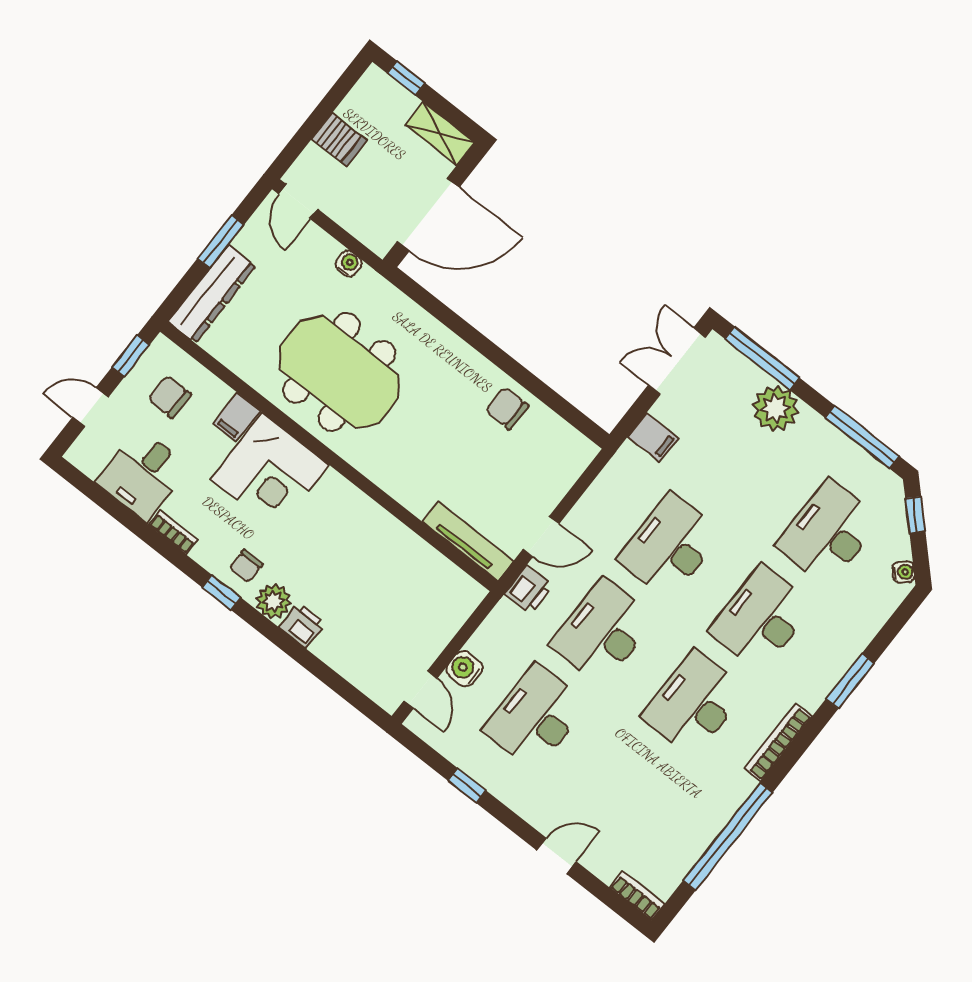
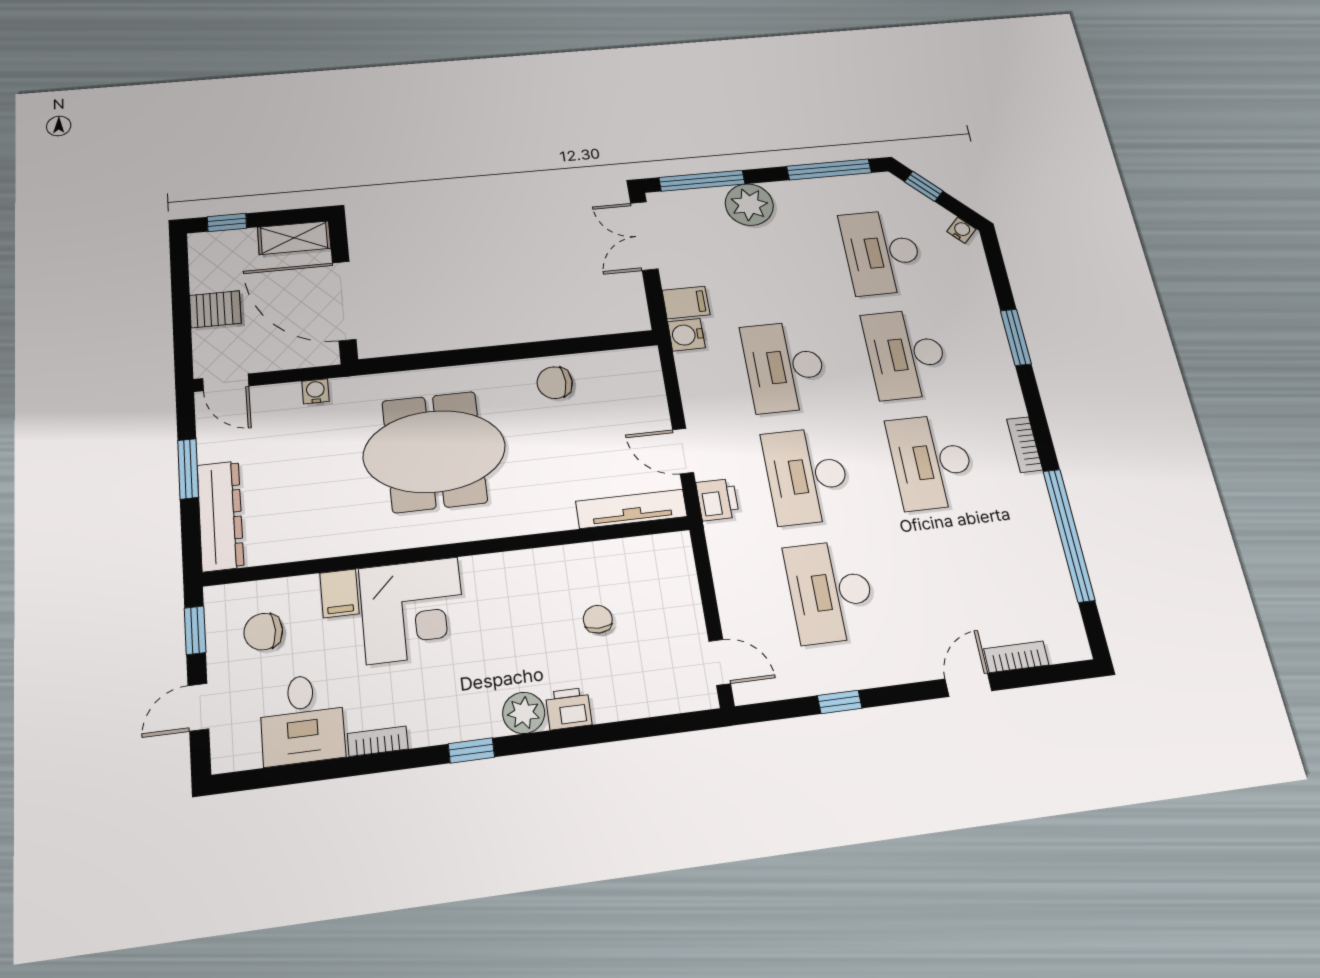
door: (428, 215) -> (344, 301), swing flipped
meeting table: (339, 372) -> (434, 451), moved
door: (541, 537) -> (683, 451), swing flipped
chair: (246, 566) -> (598, 619), moved, turned 180
water cooler: (465, 669) -> (686, 335), moved
bookcase: (778, 743) -> (1025, 445), width x0.64
bookcase: (637, 896) -> (1016, 657), moved

